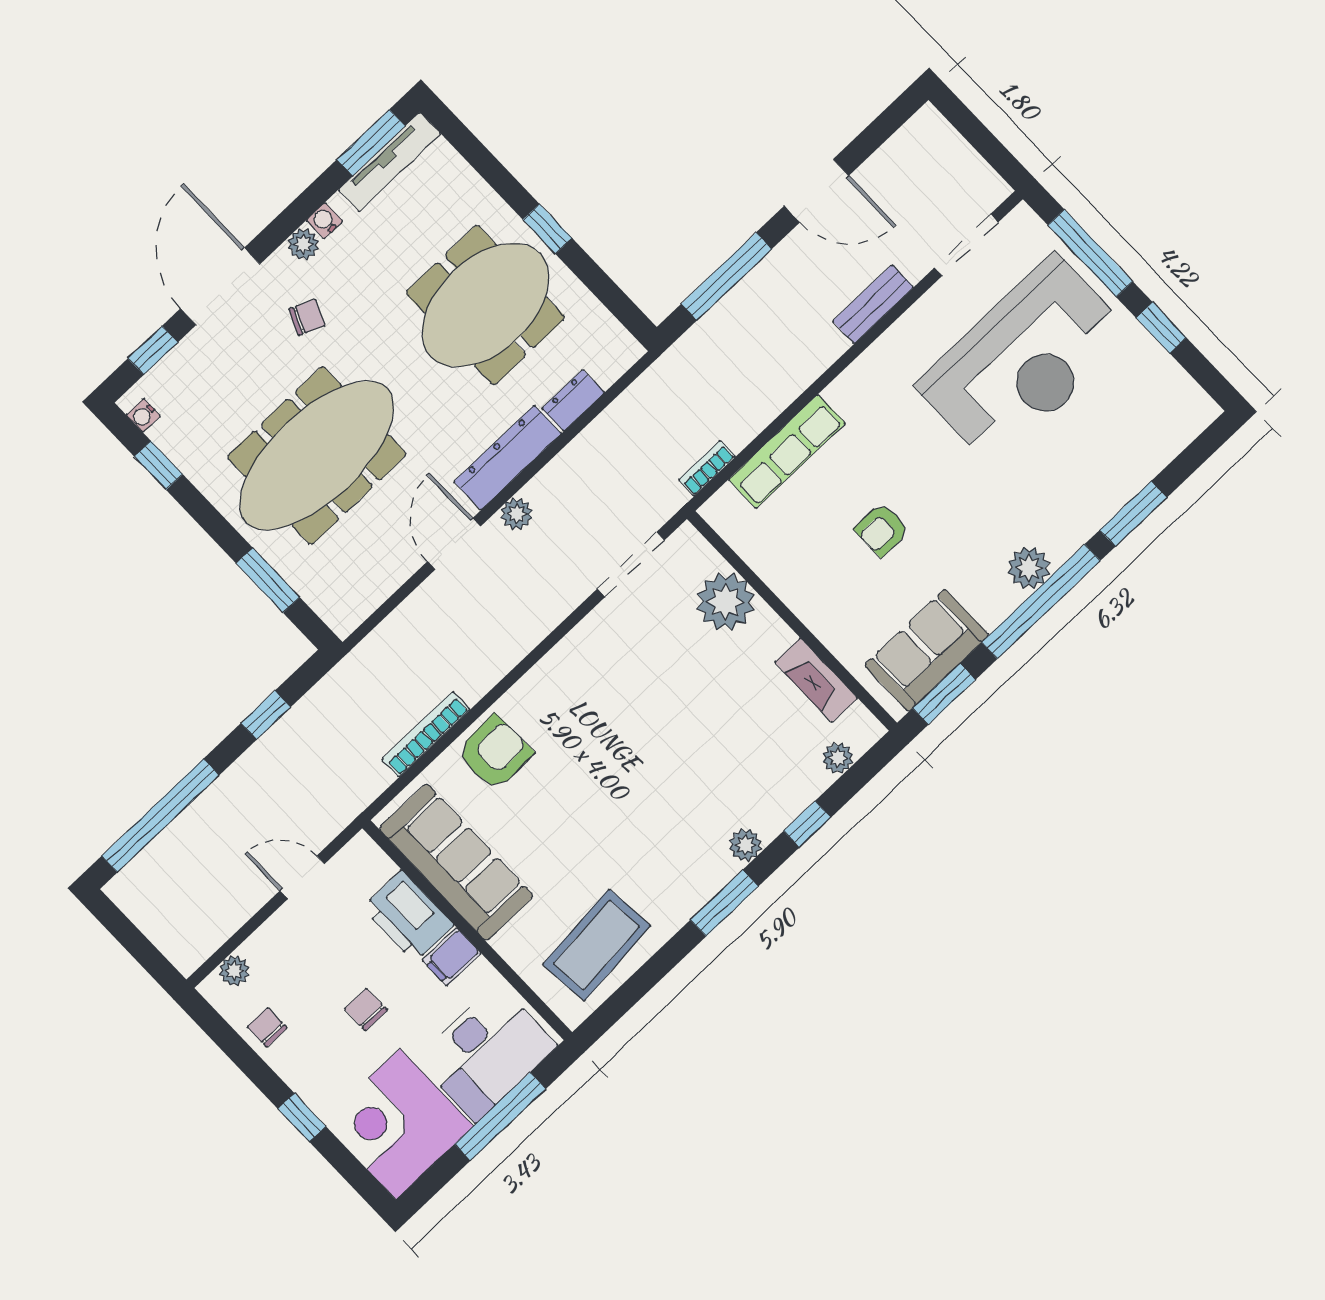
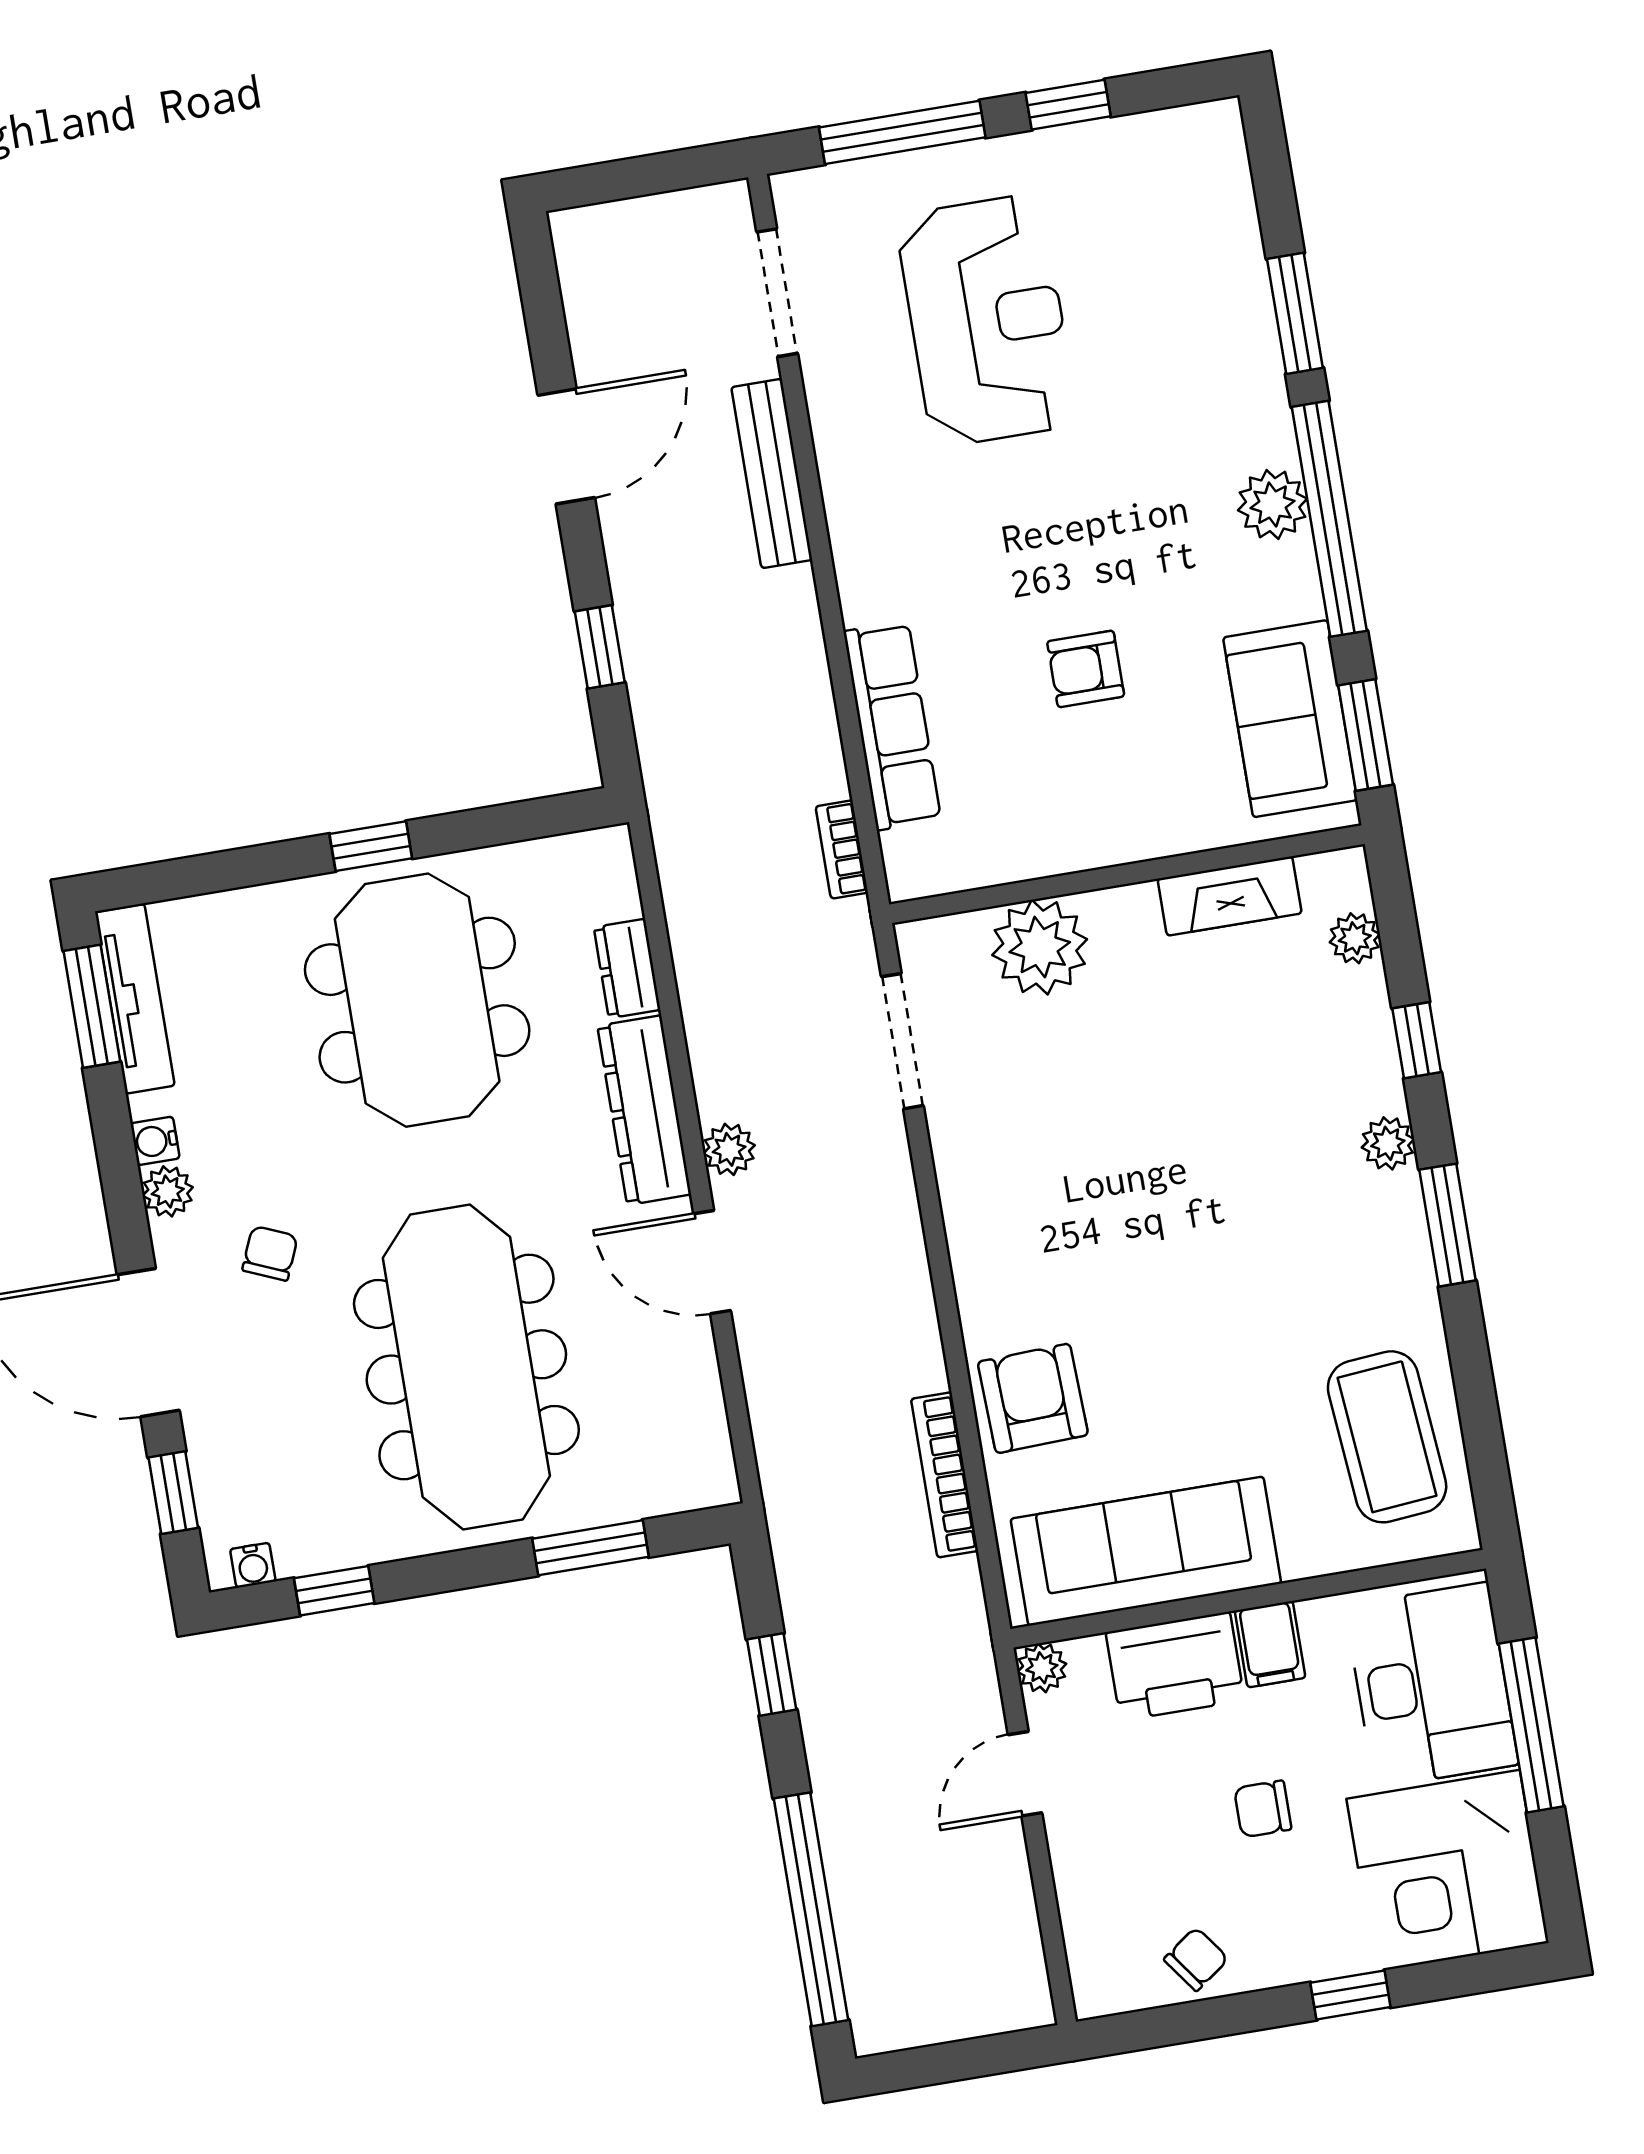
window: (727, 276) -> (600, 647), width x0.46
bench: (873, 304) -> (772, 474), width x1.36
reception desk: (1024, 360) -> (987, 320), width x0.74, depth x0.77
armchair: (882, 530) -> (1086, 669), turned 90
plant: (234, 971) -> (1042, 1668), moved
chair: (267, 1027) -> (1196, 1959), turned 144

